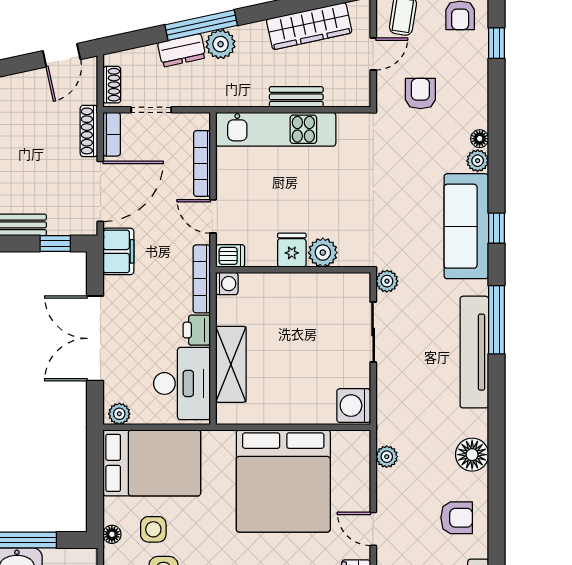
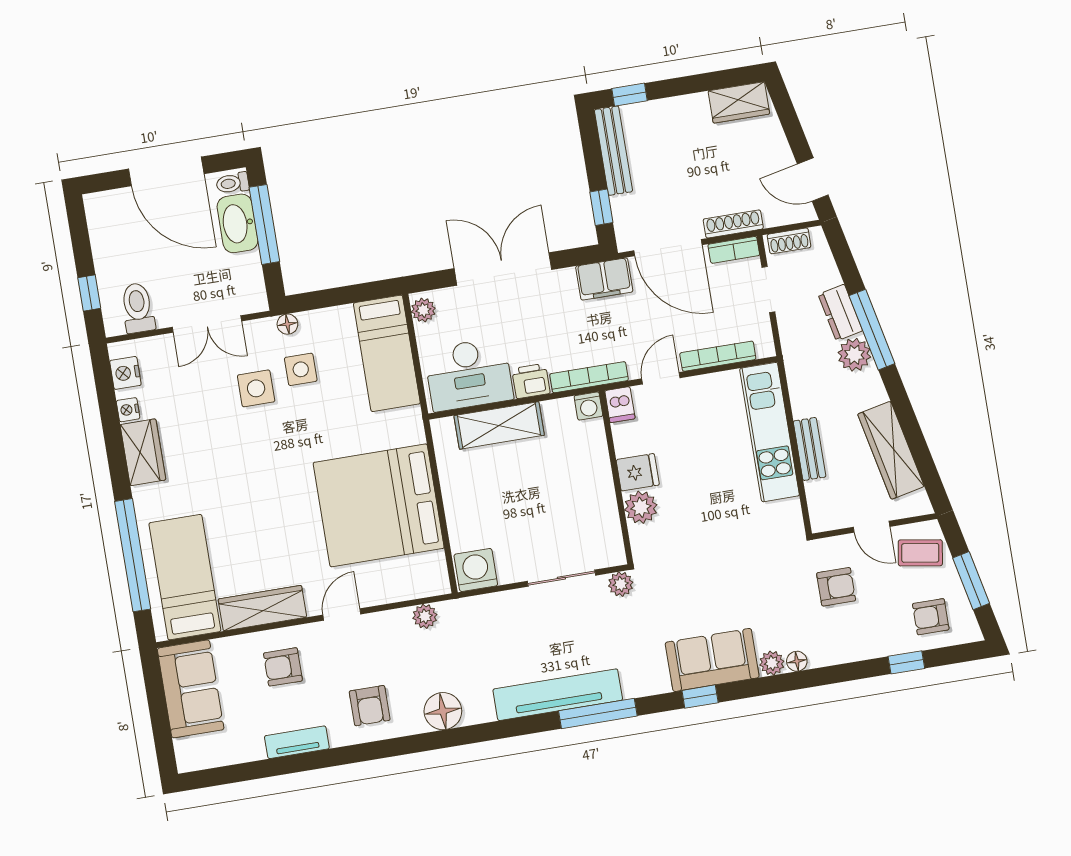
sofa: (466, 226) -> (712, 660), width x0.73
bed: (152, 463) -> (387, 353), width x0.67

